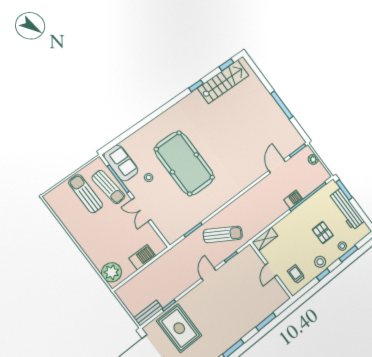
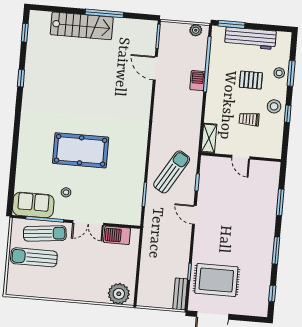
stairs: (223, 82) -> (82, 26), moved, turned 90
plant: (313, 159) -> (196, 30), moved
pool table: (184, 163) -> (81, 150), width x0.73, depth x0.76
barbecue: (142, 257) -> (117, 235), moved, turned -90
trolley: (296, 274) -> (249, 119), moved

